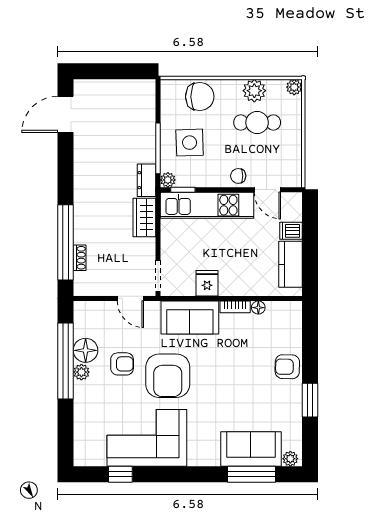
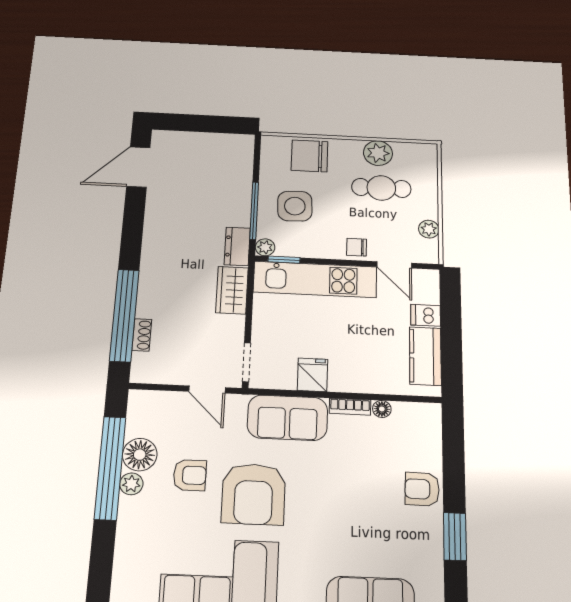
plant: (294, 87) -> (429, 229), moved
chair: (200, 97) -> (310, 156), turned 180

